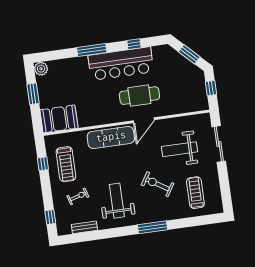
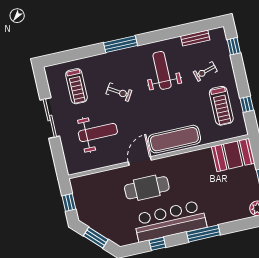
sliding door: (219, 144) -> (50, 118), moved
treadmill: (66, 164) -> (221, 106), turned 180
exercise bike: (157, 184) -> (119, 92), width x0.73, depth x0.72
weight bench: (117, 201) -> (162, 70), turned 180

